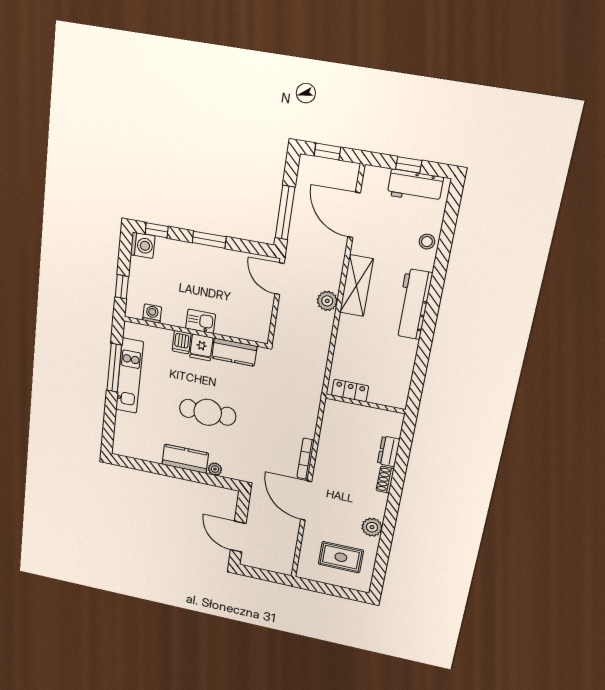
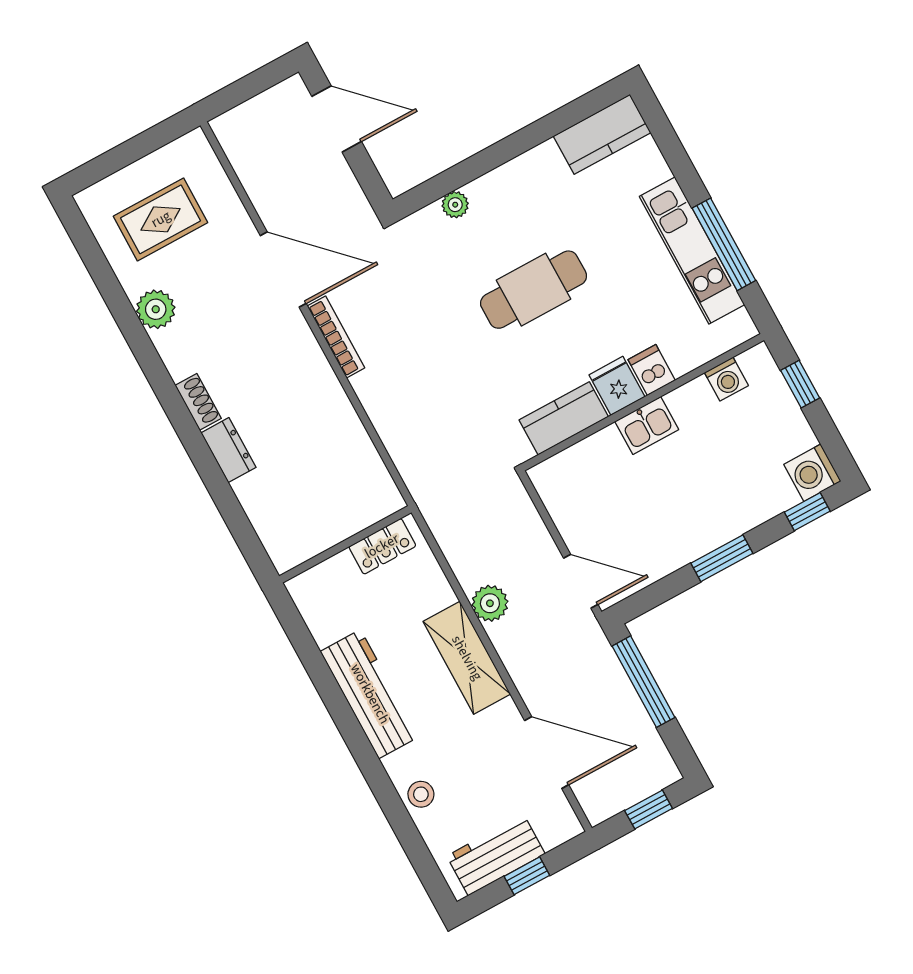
locker: (350, 391) -> (382, 546), moved
wall: (365, 404) -> (345, 544), moved
kitchen counter: (185, 459) -> (602, 134), moved

